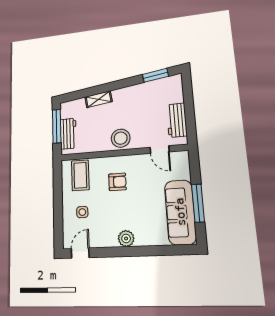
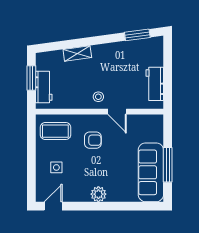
window: (57, 126) -> (31, 78), width x0.69
stool: (121, 138) -> (98, 97), width x0.53, depth x0.53
door: (160, 150) -> (117, 112), moved
coffee table: (80, 175) -> (55, 131), turned 90

